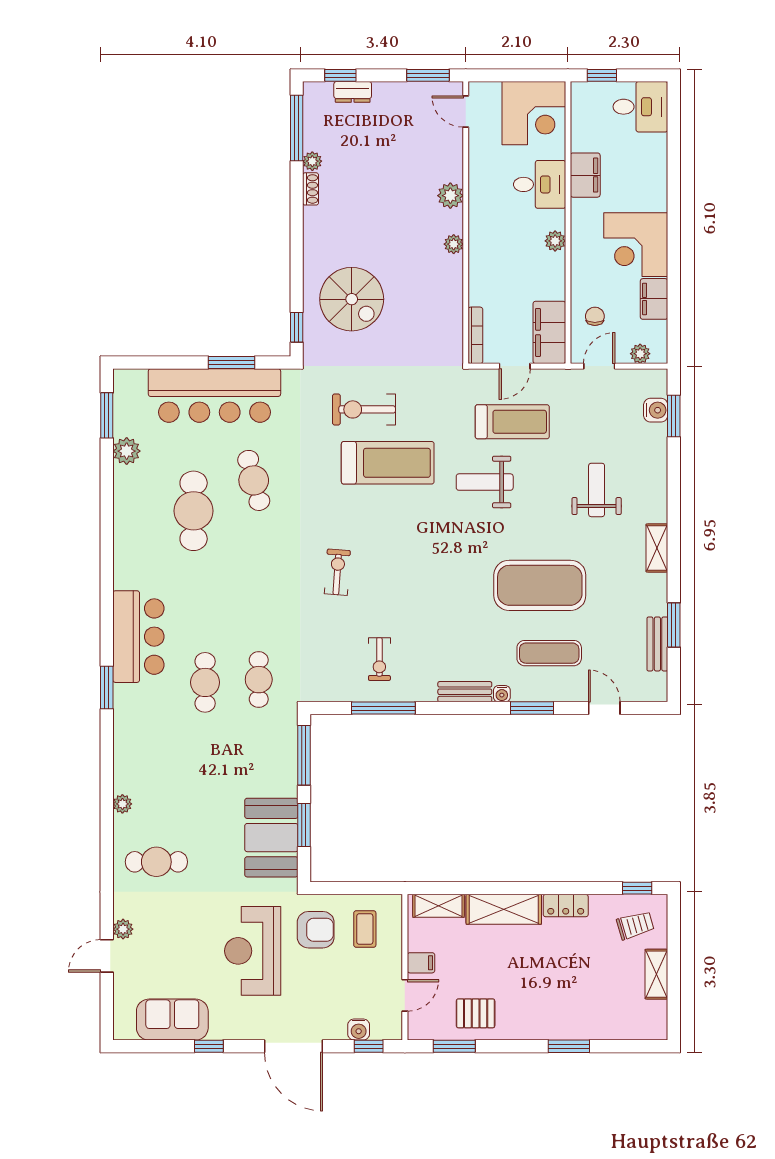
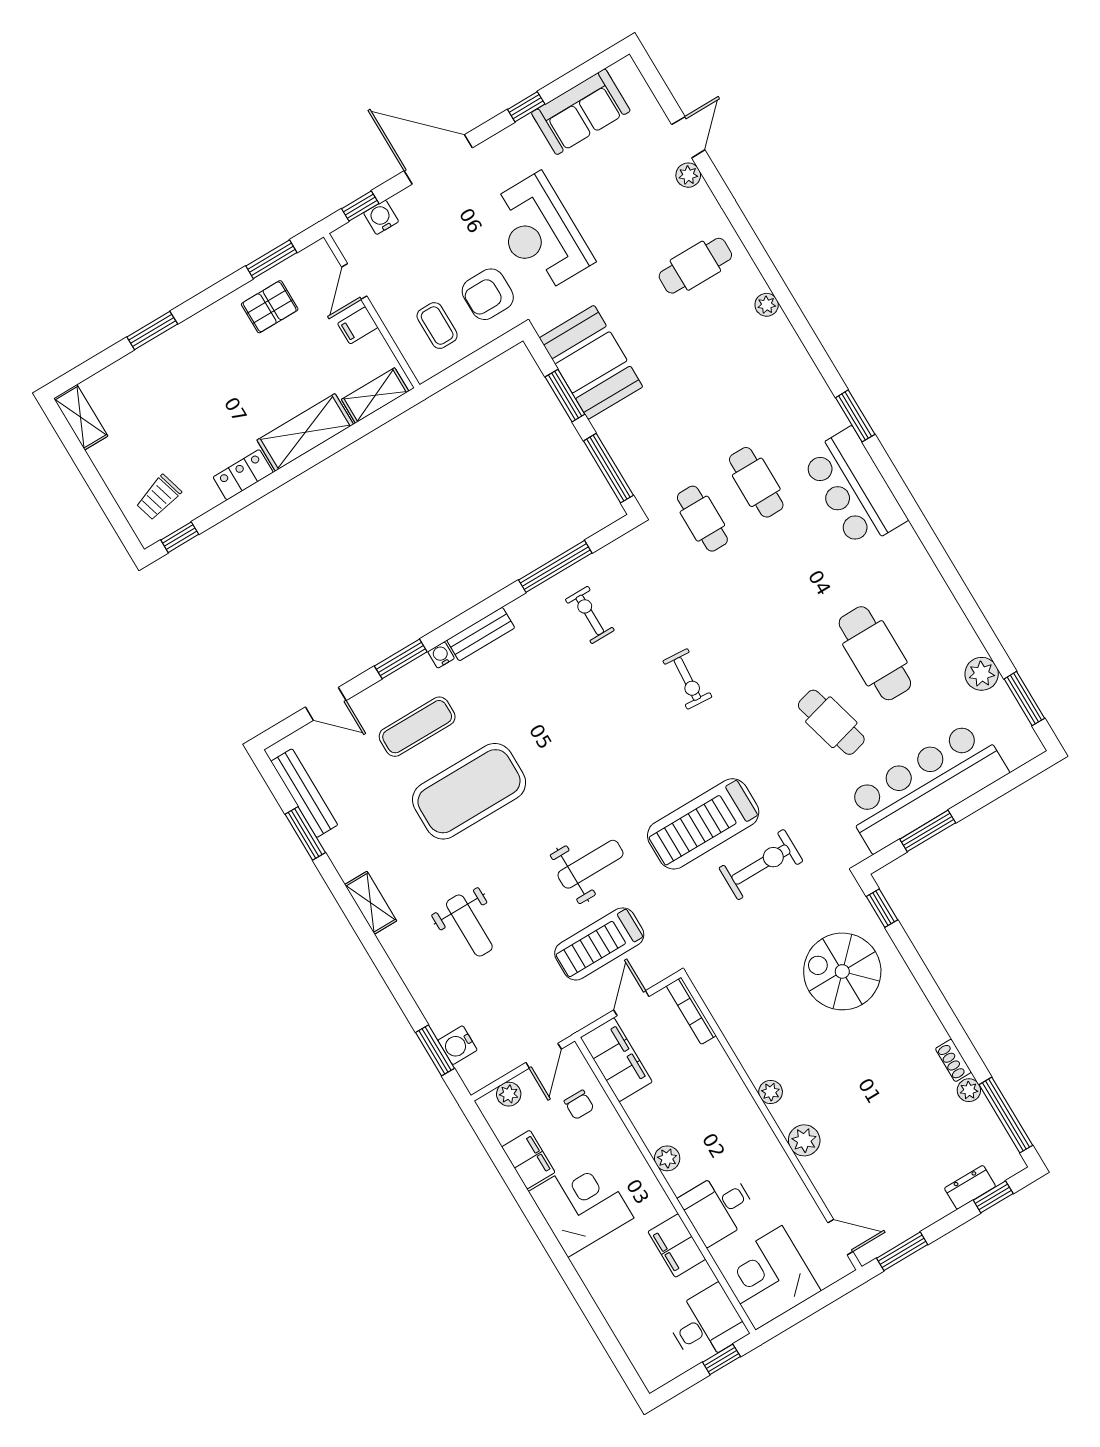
desk: (640, 107) -> (706, 1324), moved, turned 180
bench: (657, 644) -> (304, 793), width x1.36
reception desk: (253, 951) -> (540, 233), turned 180
shelving: (656, 974) -> (81, 417), moved

